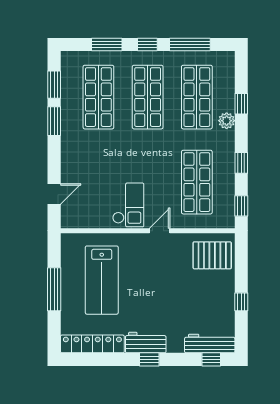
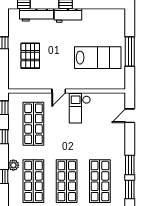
pallet: (212, 255) -> (30, 56), moved, turned 90
lab bench: (102, 280) -> (98, 58), turned 90
locker: (92, 344) -> (104, 14), removed
workbench: (210, 344) -> (37, 15), moved

